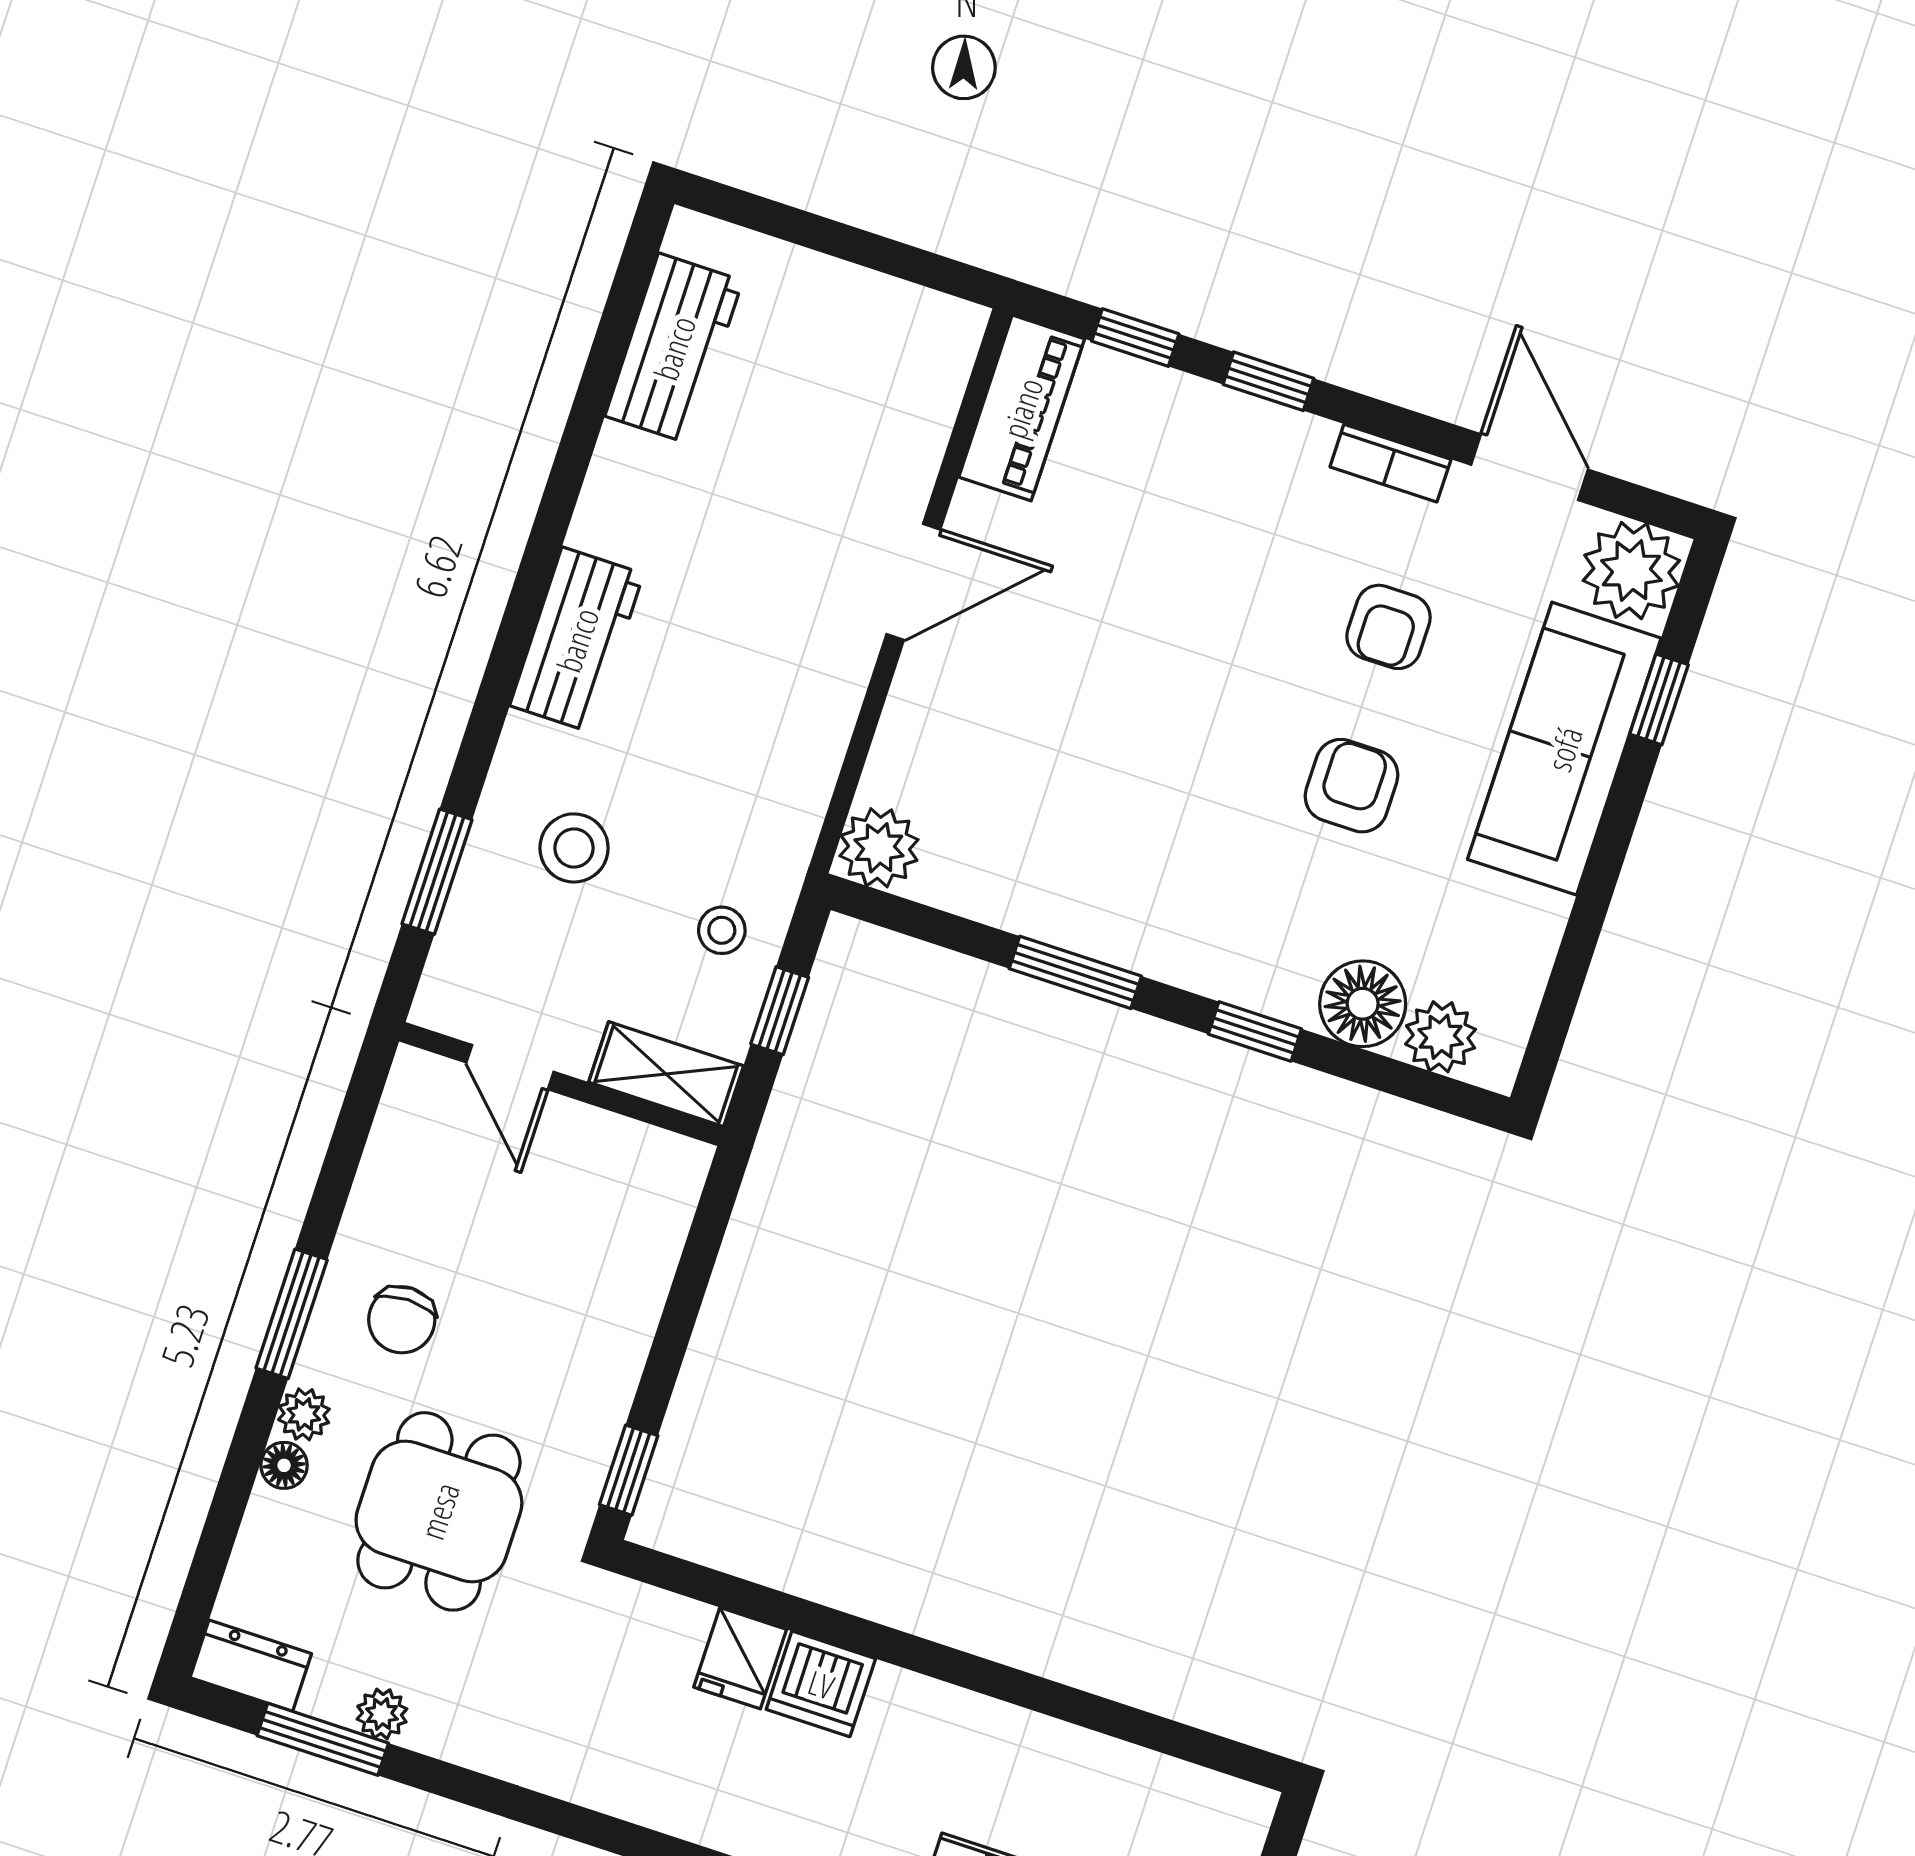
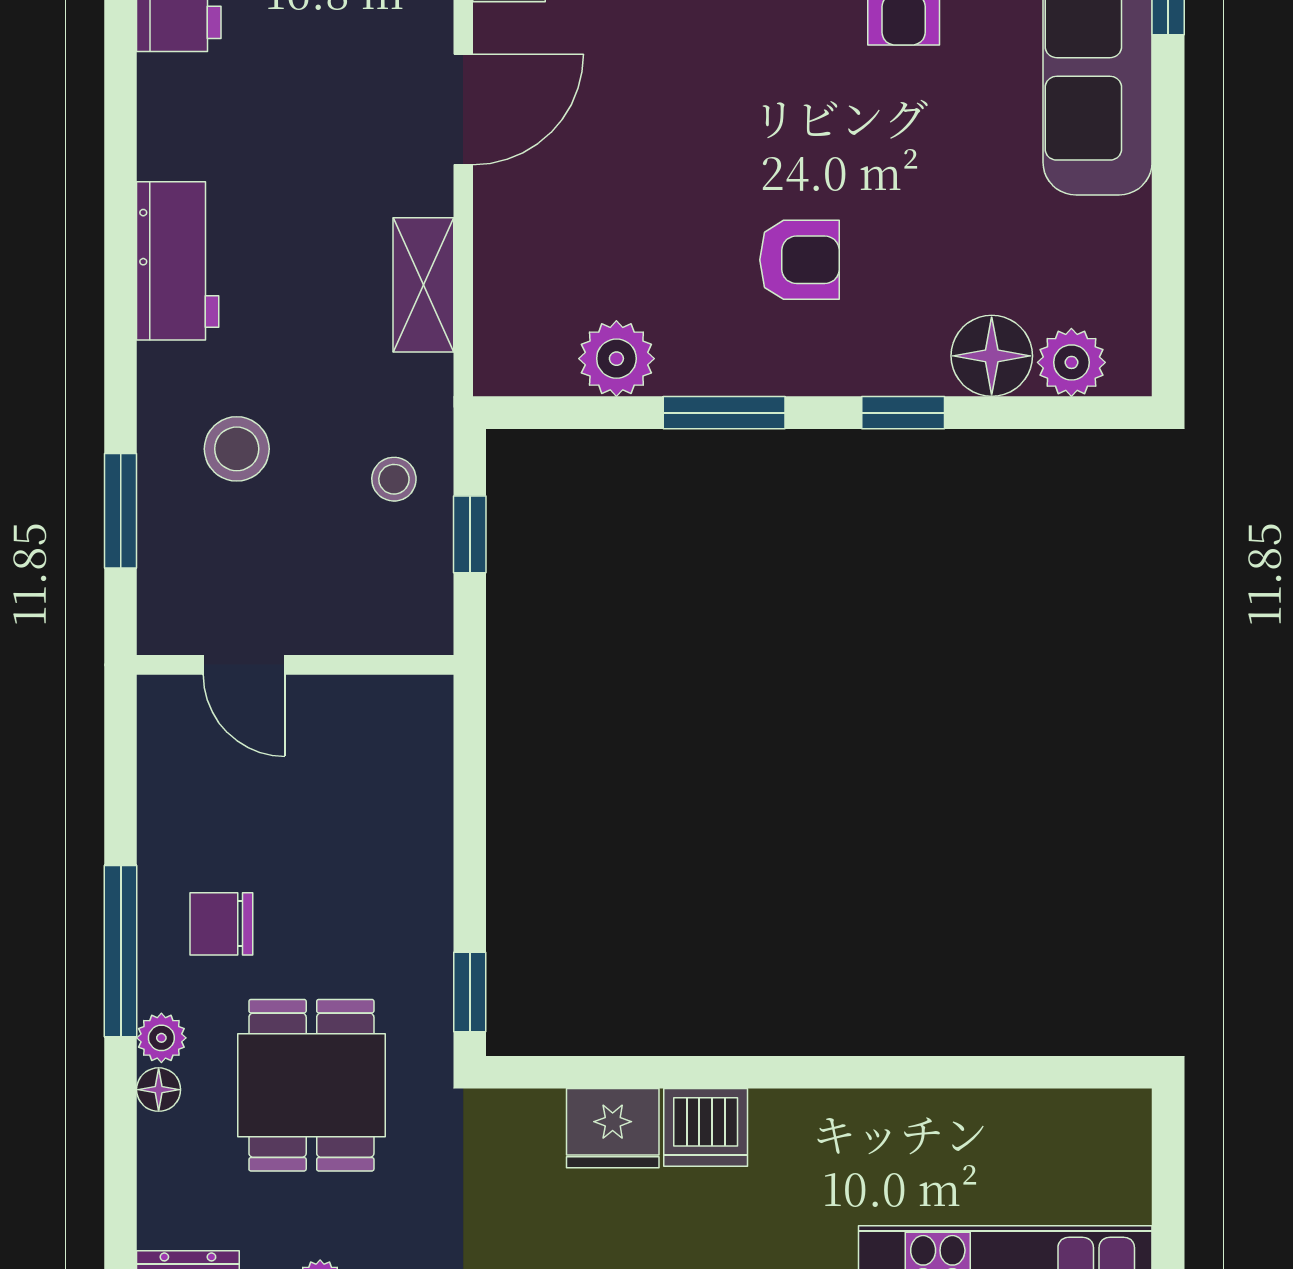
armchair: (1352, 786) -> (799, 260), moved, turned 90
plant: (879, 848) -> (616, 359), moved
shelving: (666, 1074) -> (423, 285), moved, turned 90
window: (292, 1314) -> (121, 951), width x1.44
chair: (402, 1320) -> (221, 924), turned 90
fridge: (740, 1658) -> (613, 1128), width x1.38

